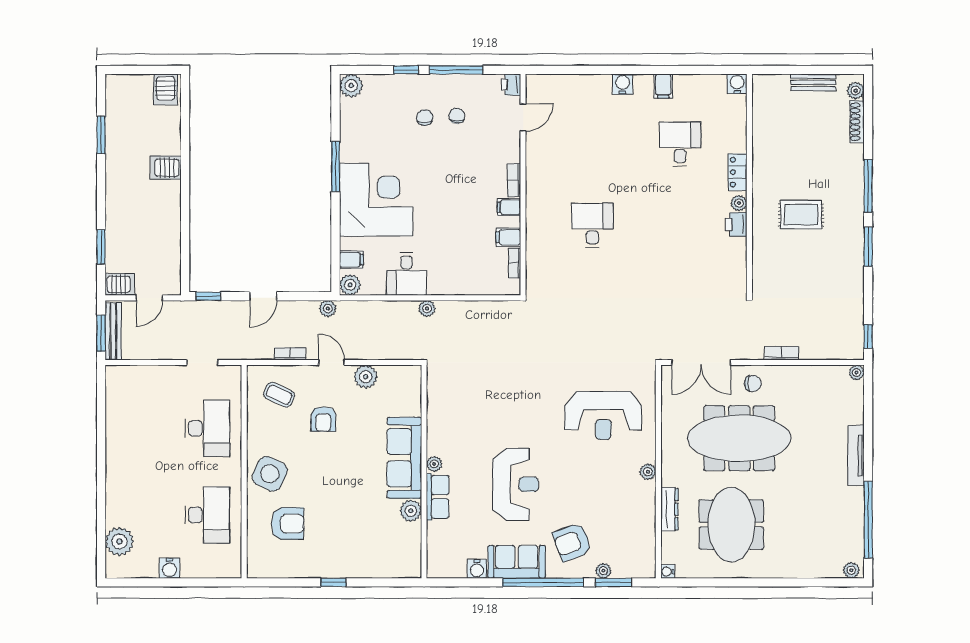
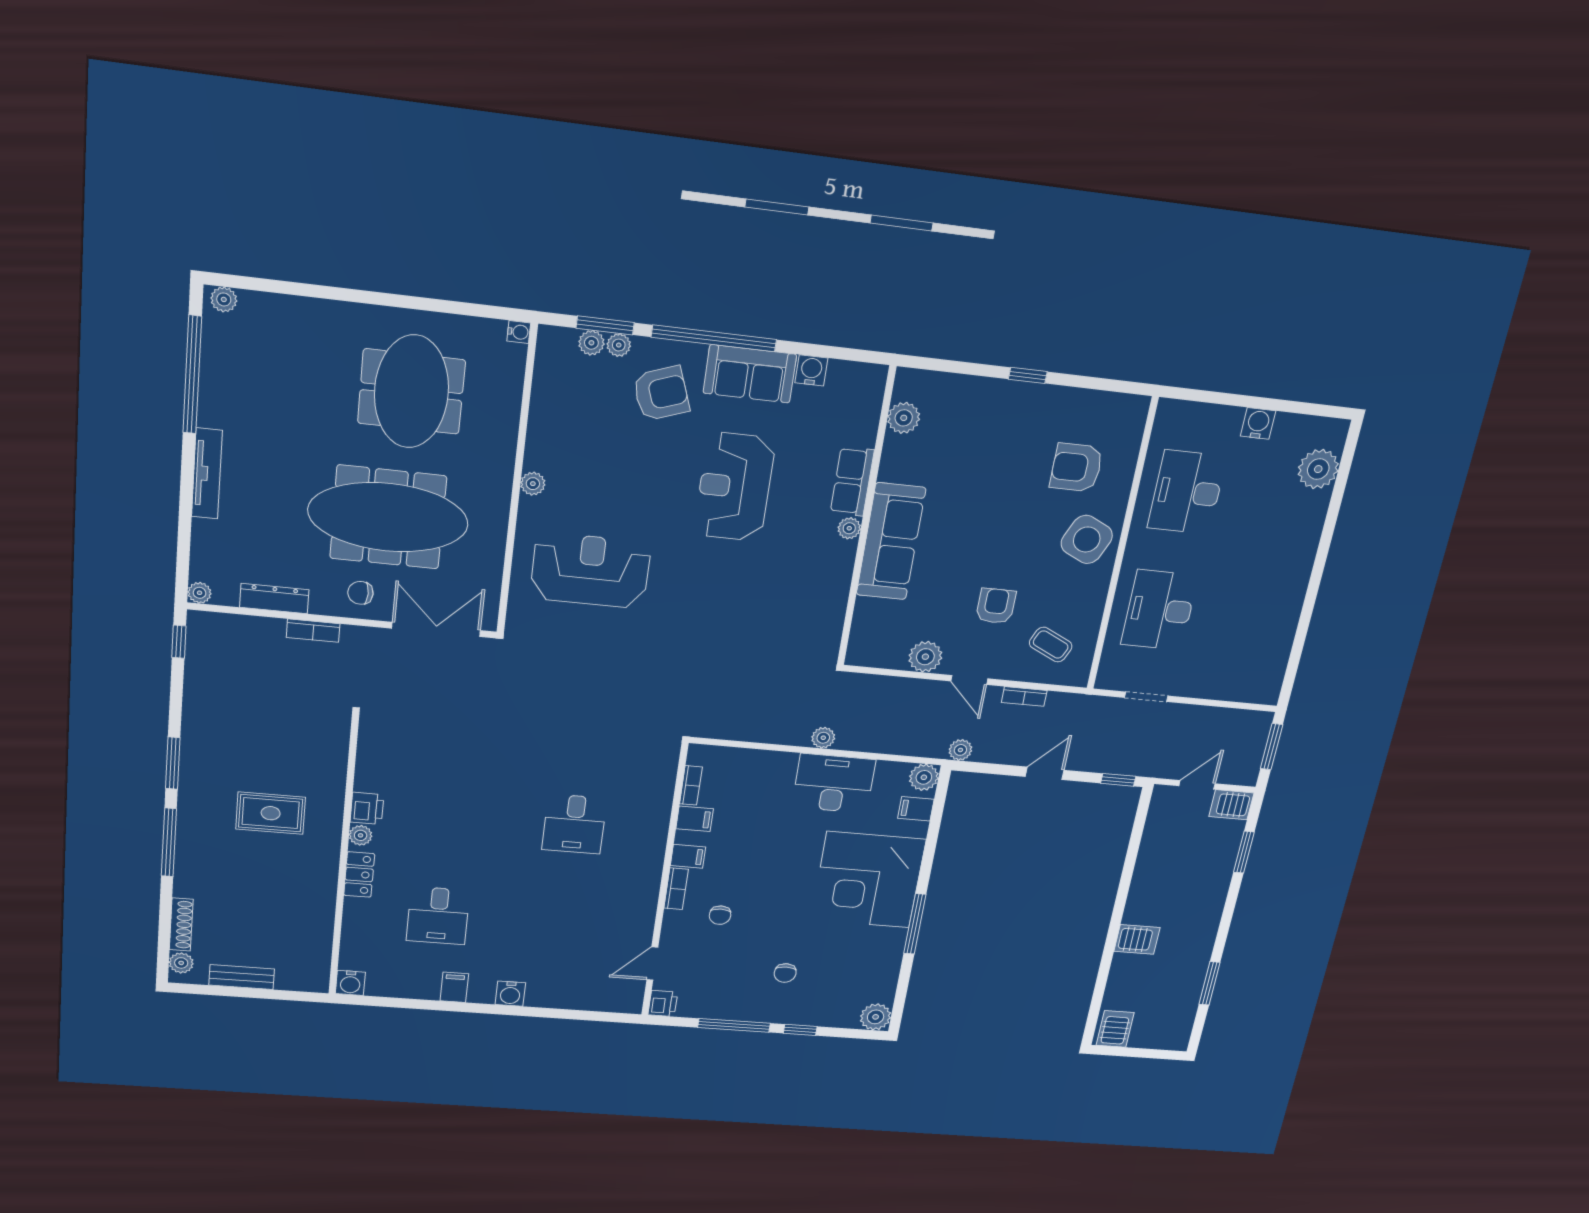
chair: (457, 116) -> (720, 915), moved
desk: (406, 274) -> (834, 783), width x1.37
bench: (113, 331) -> (1255, 747), removed
dresser: (669, 509) -> (274, 599), moved, turned 90
plant: (411, 511) -> (904, 418), moved
plant: (621, 570) -> (591, 343), added

